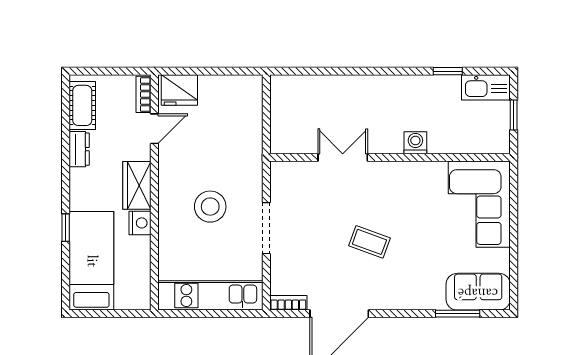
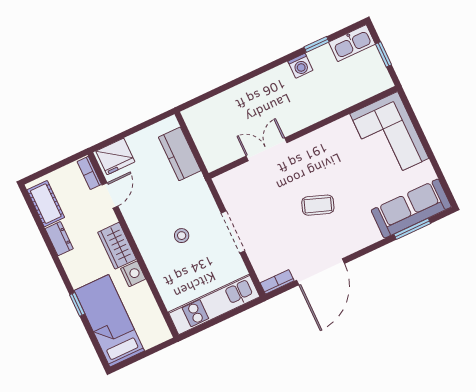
kitchen counter: (249, 119) -> (180, 154), added
washing machine: (415, 143) -> (300, 66), moved, turned 180
stool: (210, 207) -> (182, 236), width x0.53, depth x0.53
sofa: (478, 292) -> (411, 208), width x1.36

